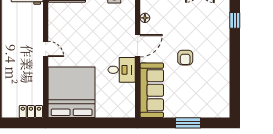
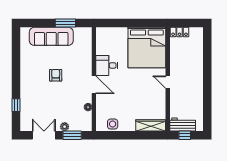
door: (138, 46) -> (94, 85), swing flipped
sofa: (152, 90) -> (51, 36), moved, turned -90
window: (188, 123) -> (65, 23), moved

